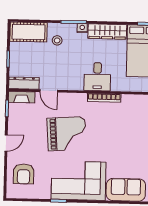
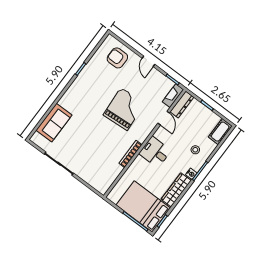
cot: (29, 32) -> (220, 132), width x0.73, depth x0.75
desk: (97, 77) -> (155, 152), moved
door: (49, 91) -> (164, 118), swing flipped
grand piano: (67, 134) -> (124, 109), turned 180
corner sofa: (79, 181) -> (85, 94), removed

